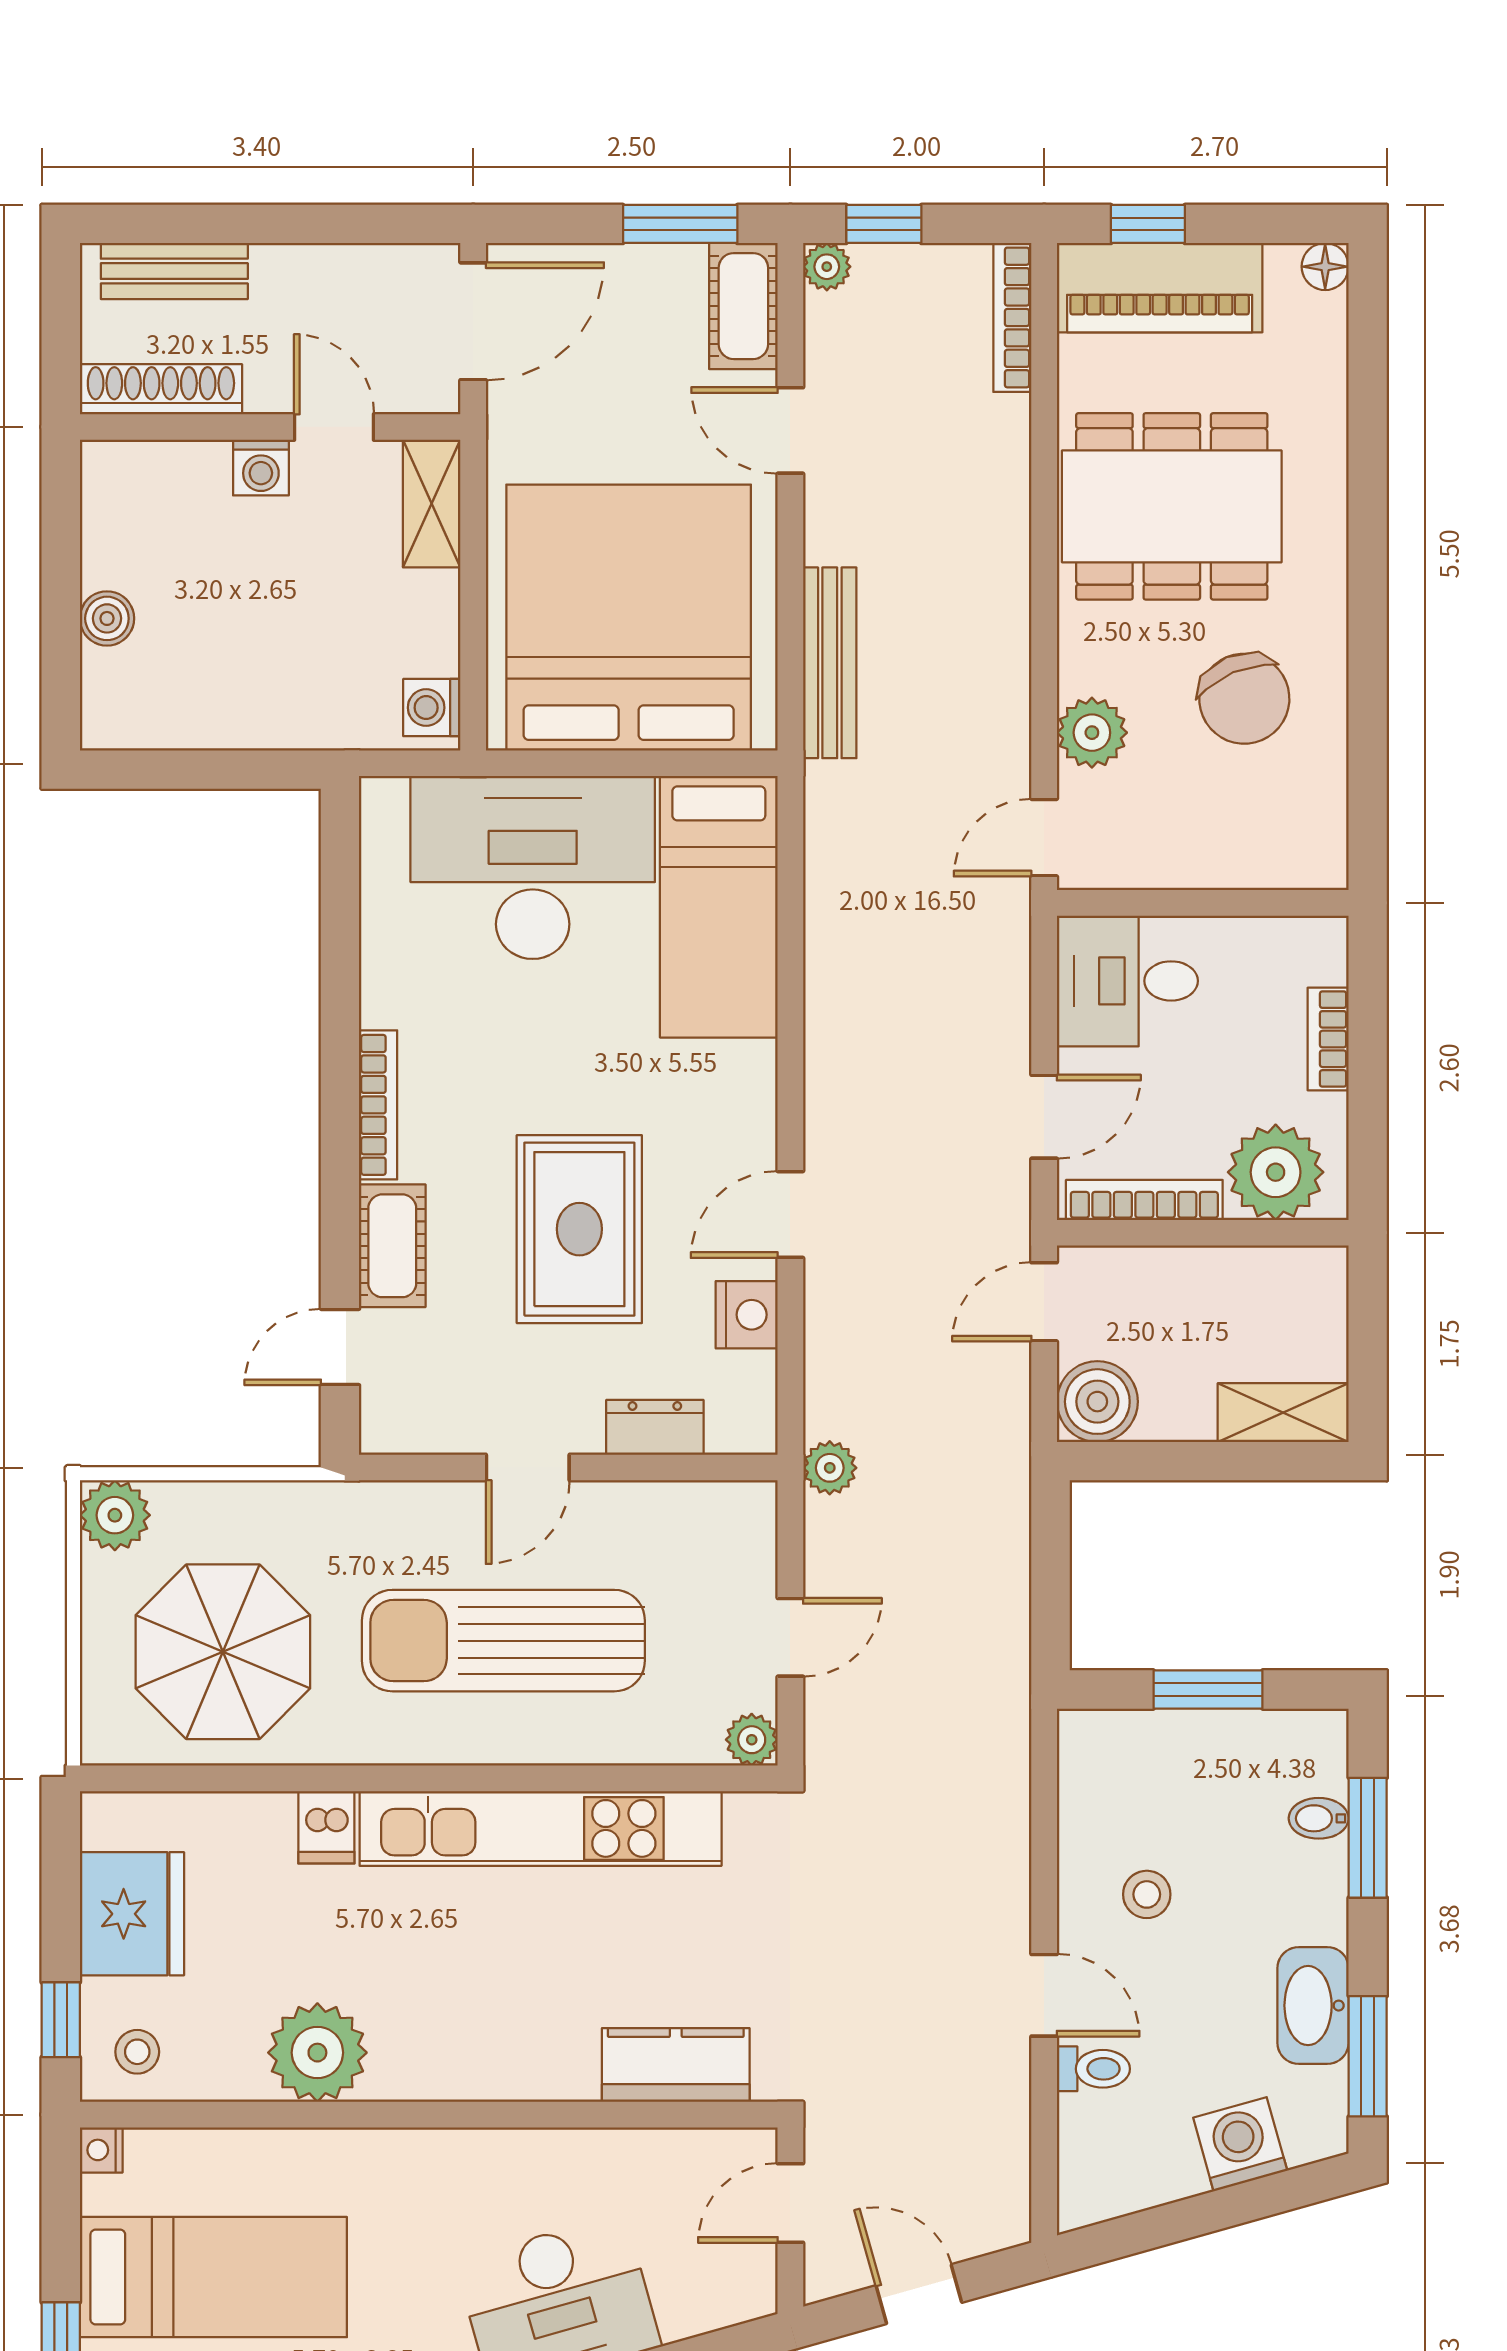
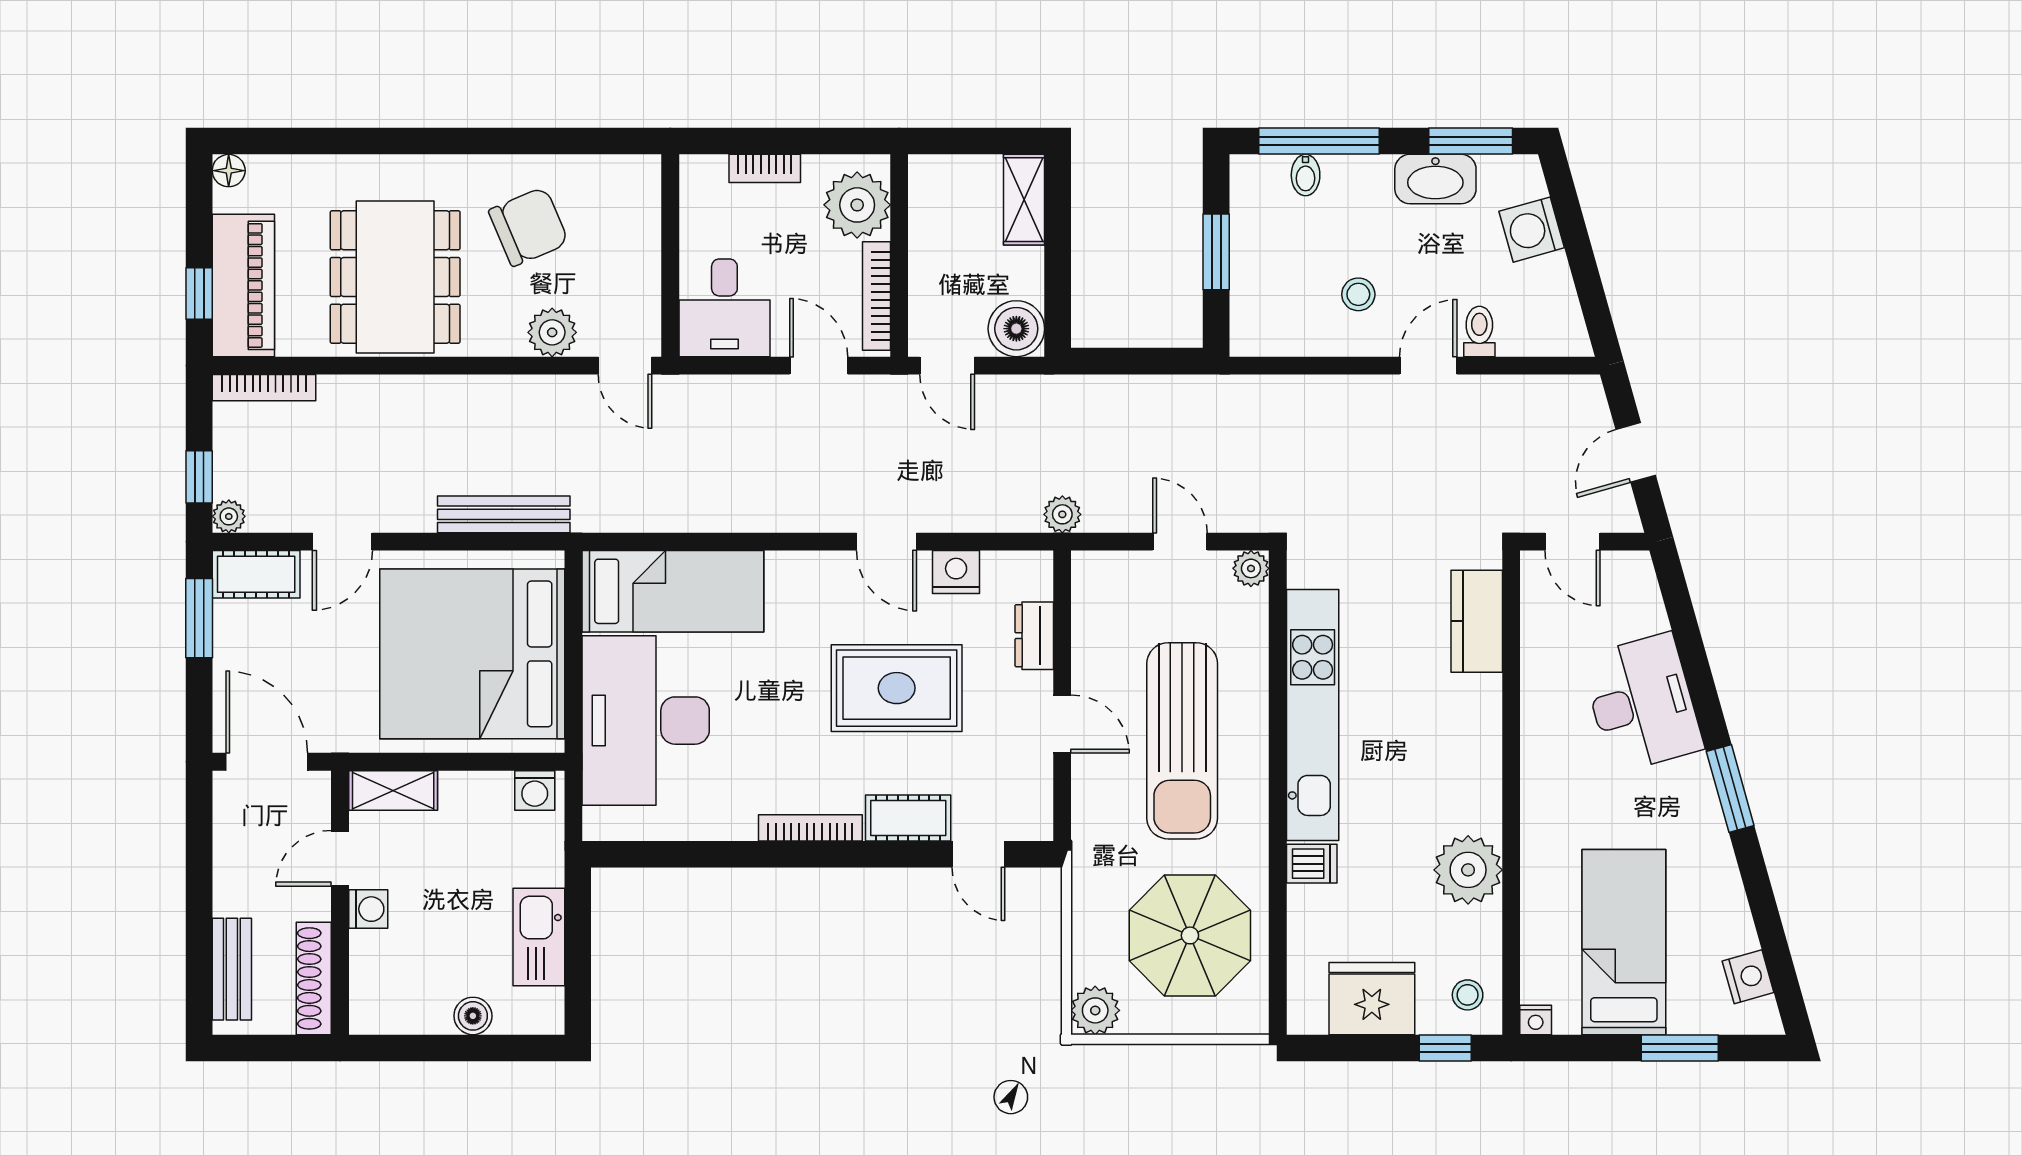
kitchen sink: (221, 713) -> (539, 937), added
window: (1368, 1838) -> (1319, 141), width x1.44

